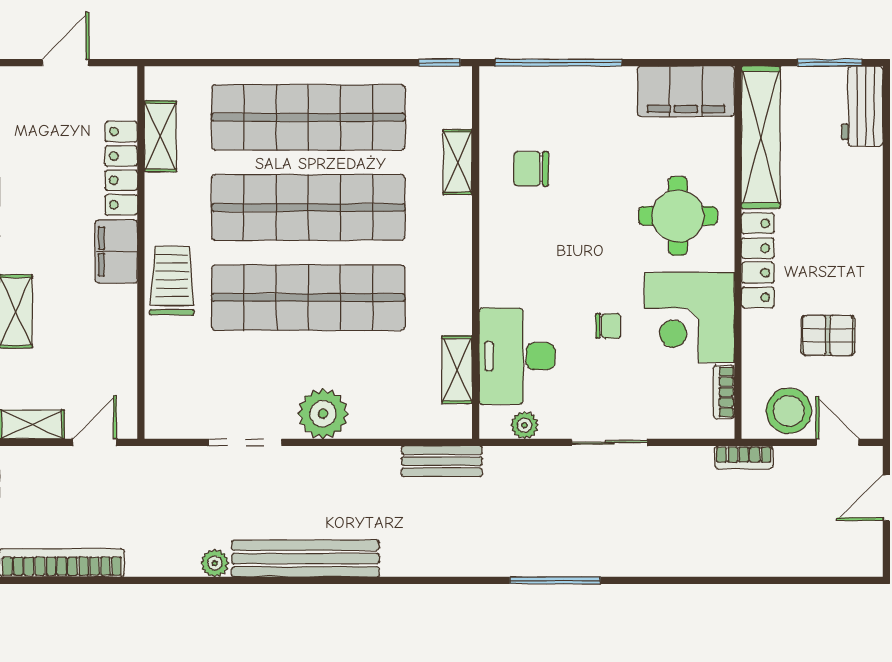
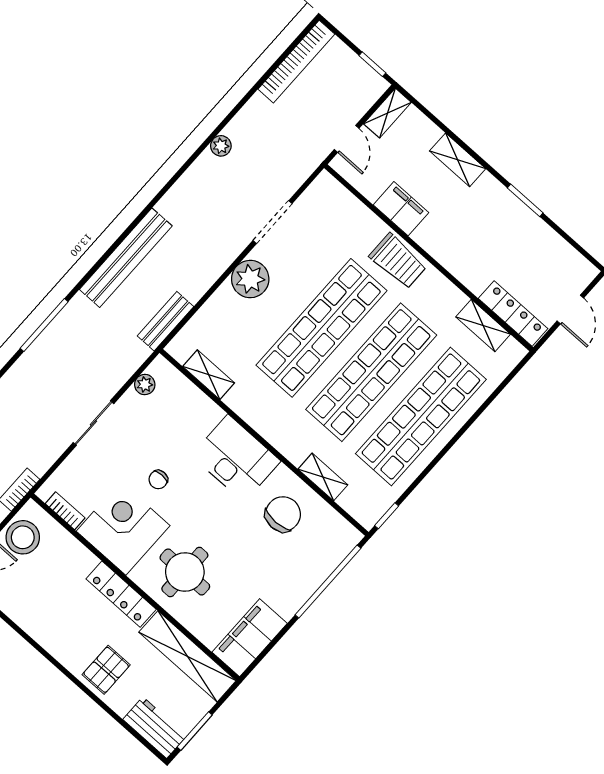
locker: (121, 168) -> (513, 314), moved
chair: (531, 169) -> (283, 514), width x1.37, depth x1.37
filing cabinet: (116, 251) -> (401, 209), moved
pallet: (828, 335) -> (106, 670), moved
desk: (517, 356) -> (236, 458), moved
bench: (305, 559) -> (126, 258), moved

